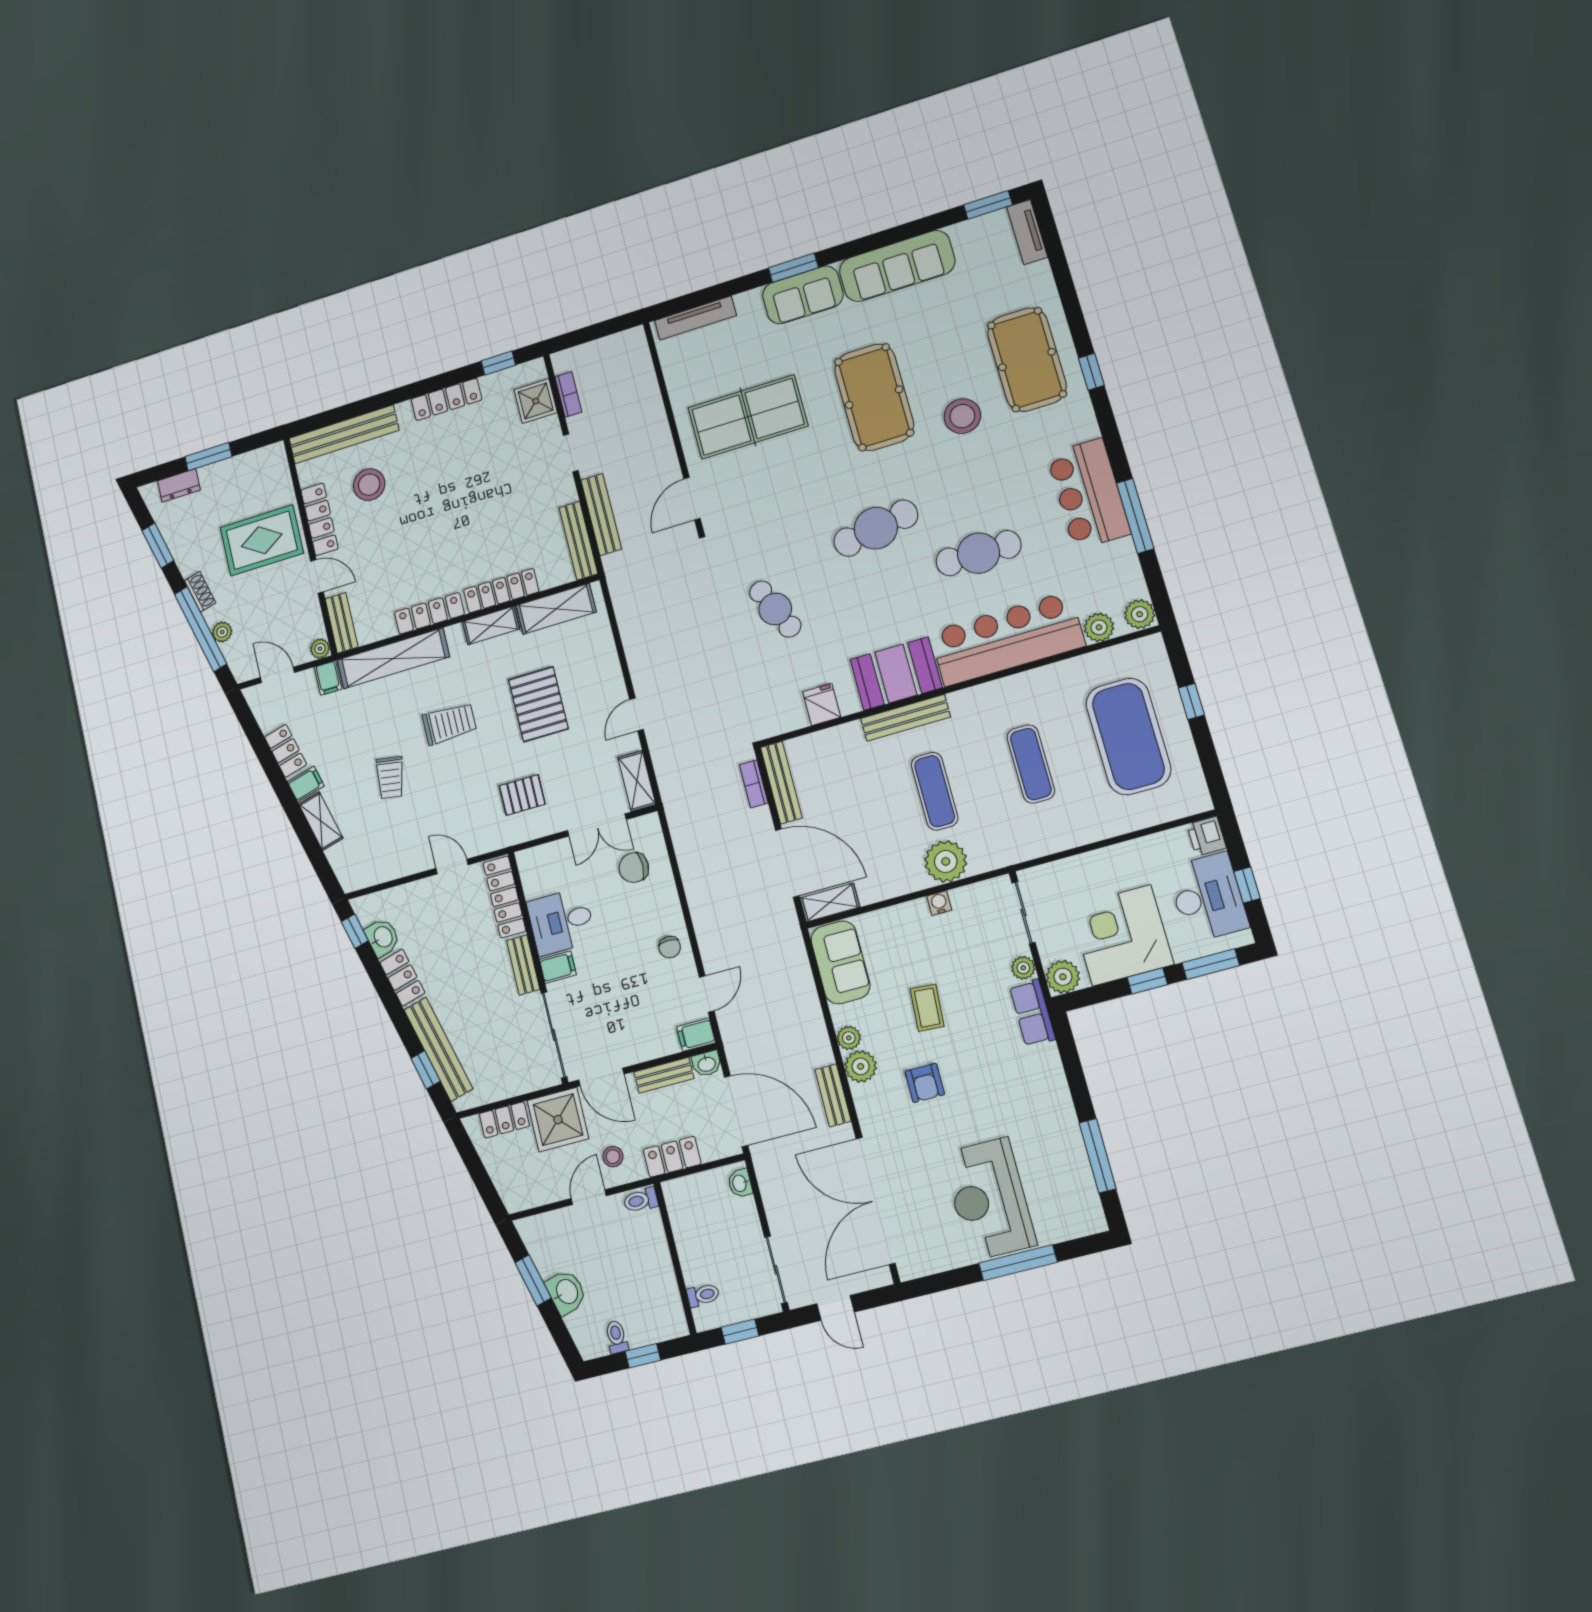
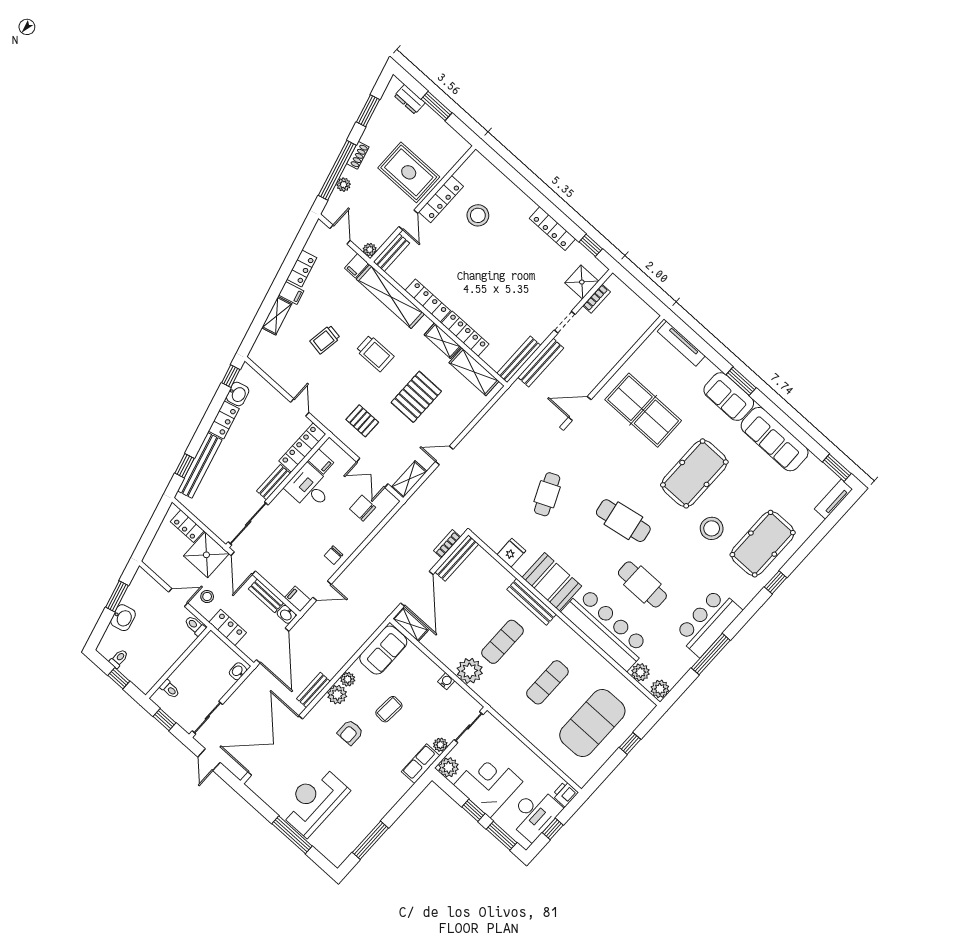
bench: (344, 434) -> (497, 180), removed
filing cabinet: (558, 967) -> (321, 461), moved

